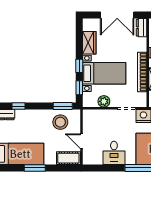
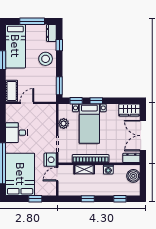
wardrobe: (89, 43) -> (129, 110), moved
stool: (60, 122) -> (46, 59), moved

